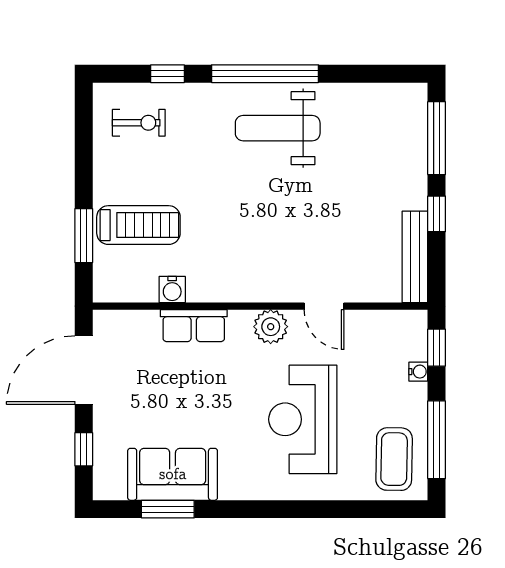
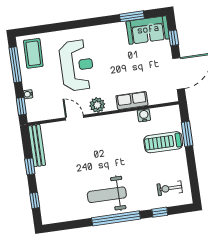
weight bench: (278, 128) -> (107, 195), turned 180
window: (437, 138) -> (35, 200), width x0.46
sofa: (173, 474) -> (148, 30), moved

